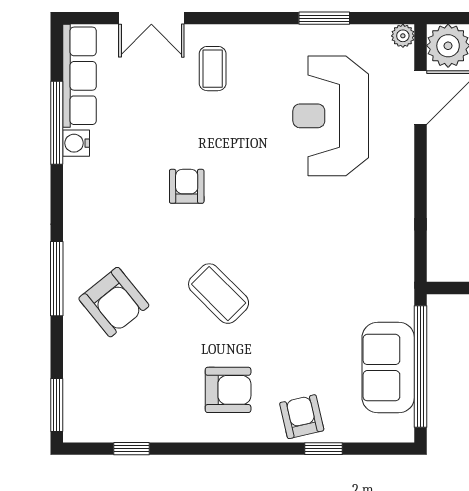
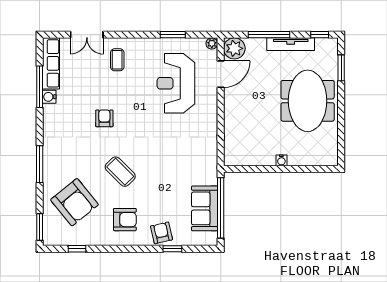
armchair: (114, 302) -> (75, 202), moved, width x1.36, depth x1.36

